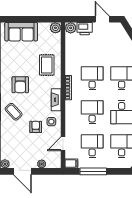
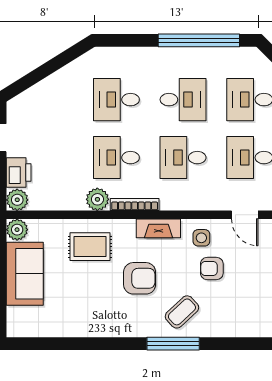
sofa: (21, 32) -> (25, 274), moved
plant: (71, 69) -> (97, 199), added
armchair: (20, 85) -> (140, 278), moved

